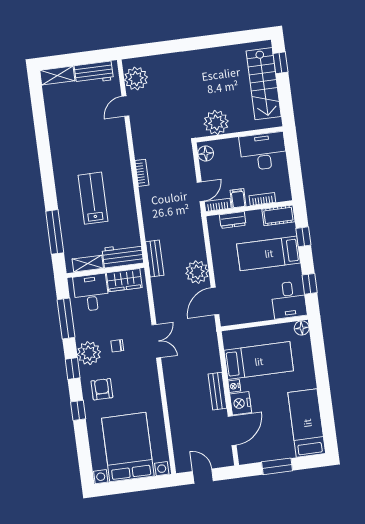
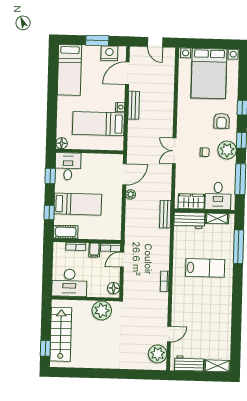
lab bench: (93, 198) -> (205, 268), turned -90
dresser: (233, 220) -> (101, 234), removed
plant: (197, 272) -> (131, 194), width x0.53, depth x0.53
nightstand: (241, 403) -> (109, 53), moved, turned -90

